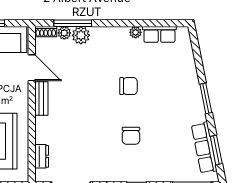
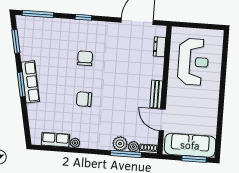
row of seats: (204, 148) -> (30, 82), moved

